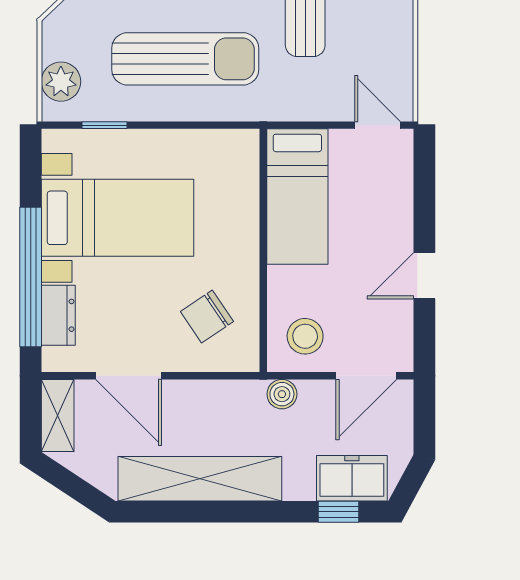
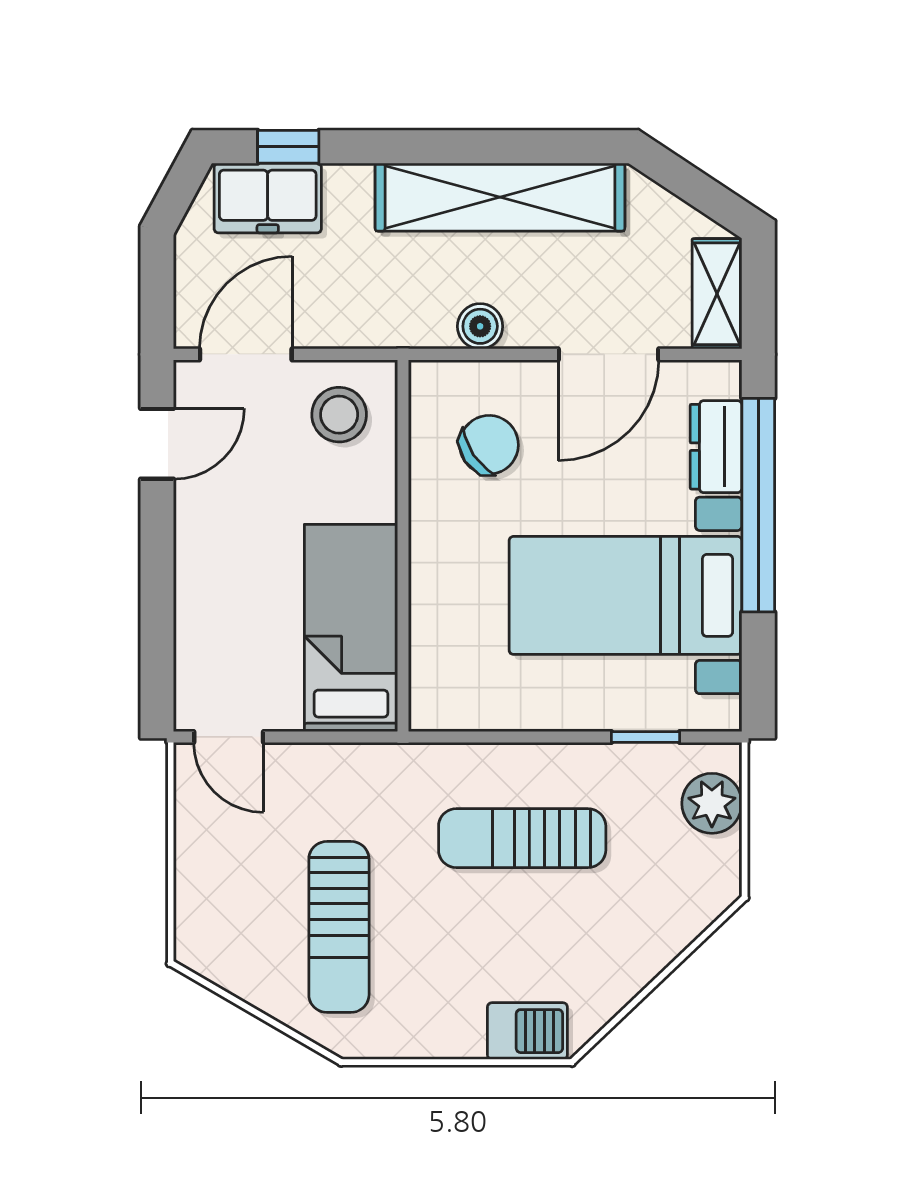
sun lounger: (185, 59) -> (522, 838), width x0.73, depth x0.75
door: (424, 276) -> (157, 444), moved
door: (129, 376) -> (608, 354), swing flipped
boiler: (282, 394) -> (480, 326), moved

